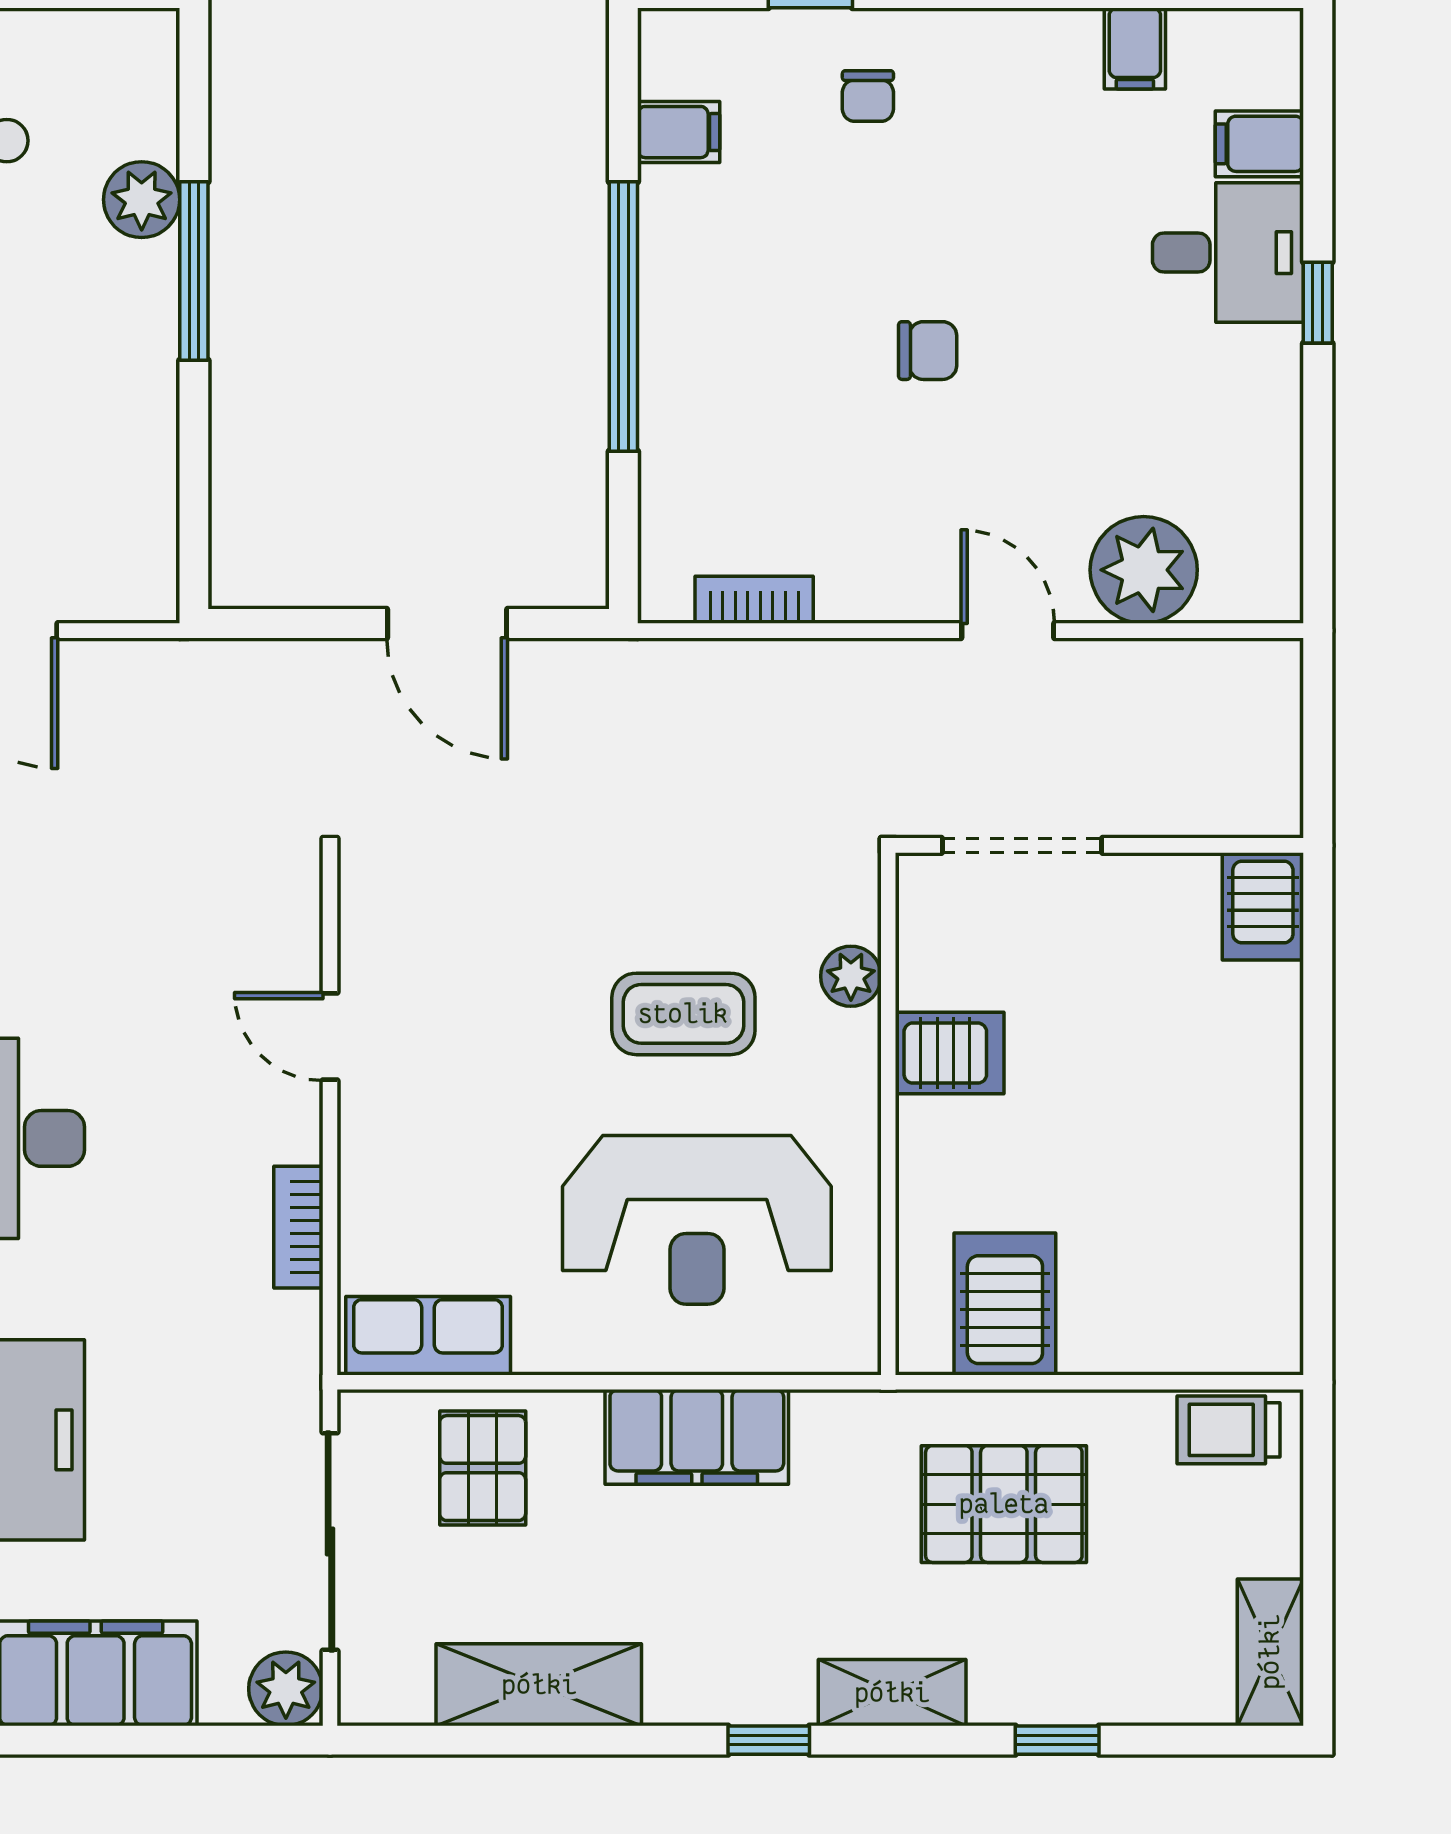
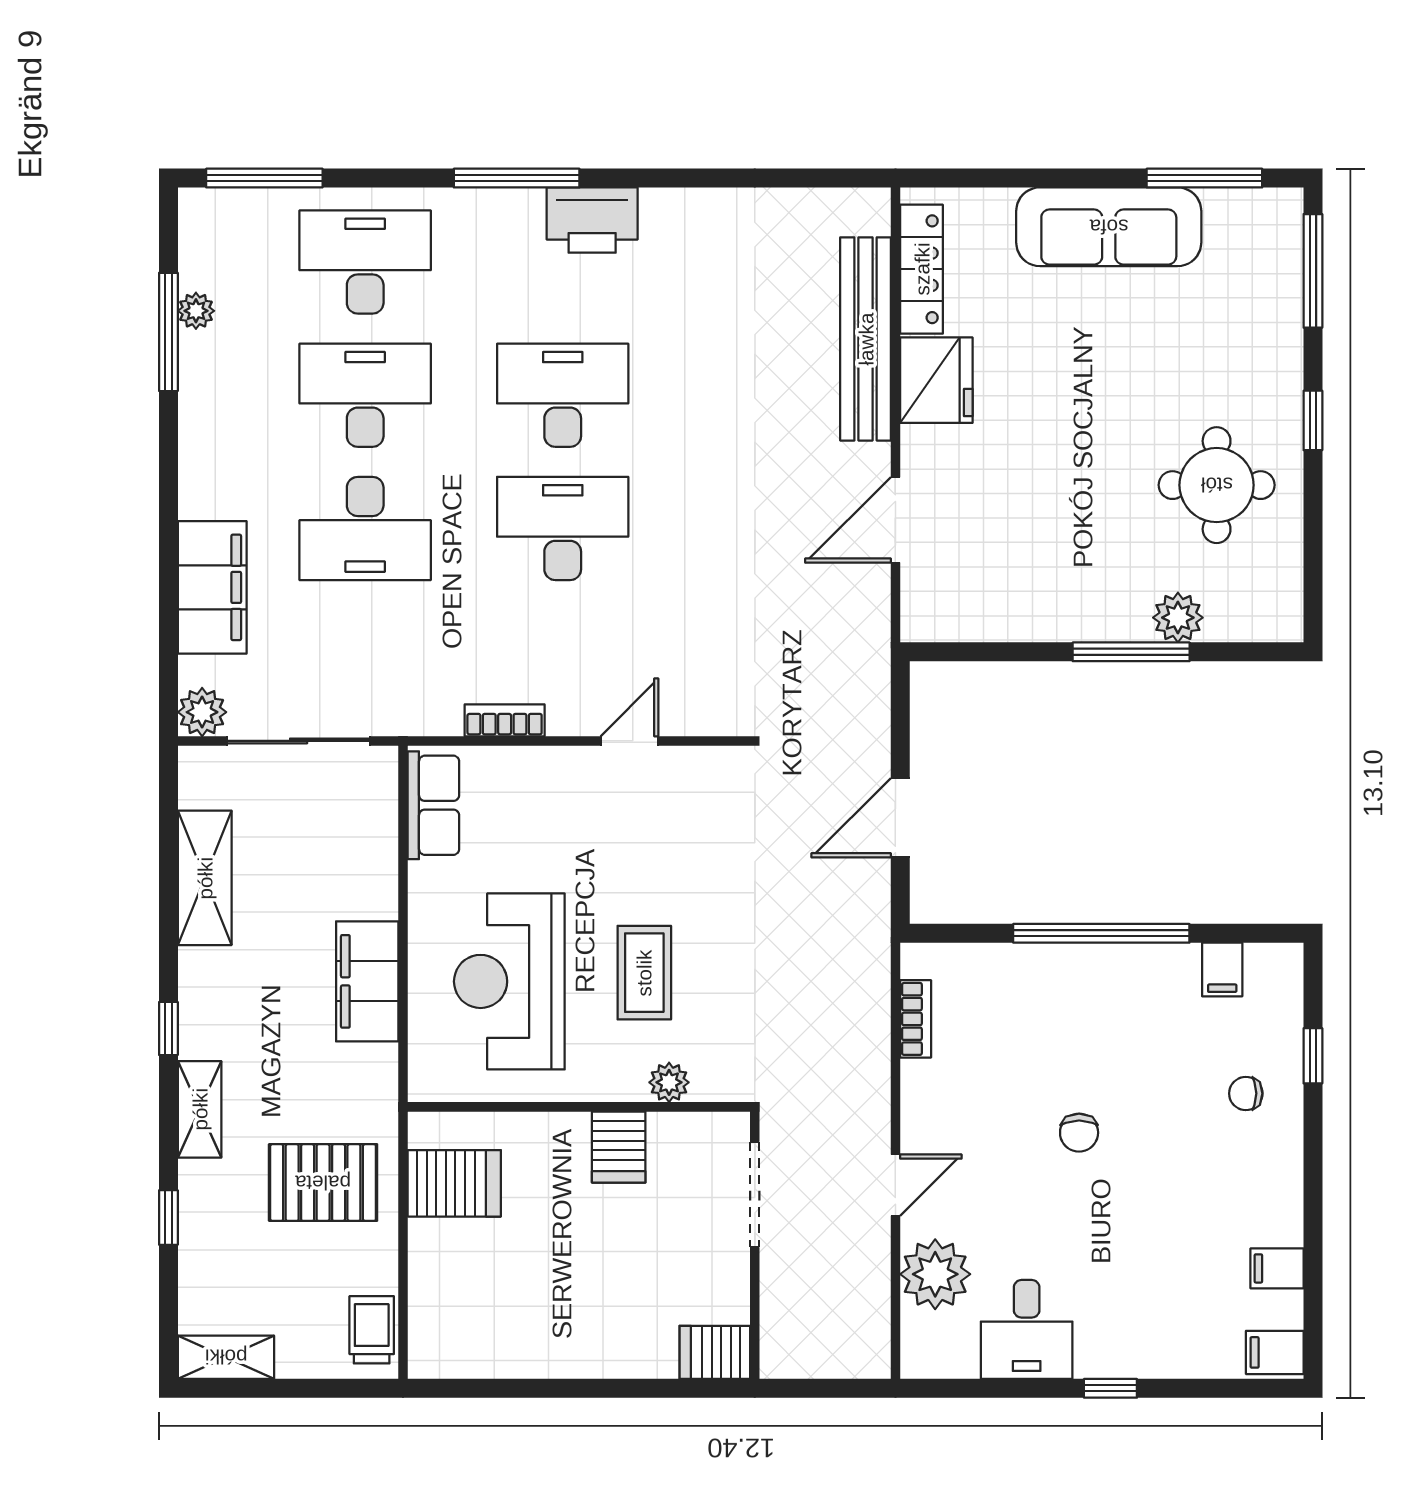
filing cabinet: (1259, 144) -> (1275, 1352), moved, turned -90
desk: (1228, 253) -> (1027, 1329), moved
pallet: (483, 1468) -> (347, 841), removed
pallet: (1004, 1504) -> (323, 1183), turned 90

